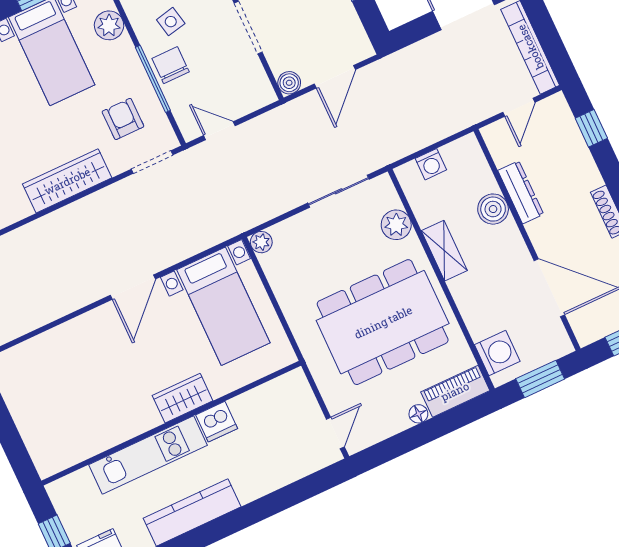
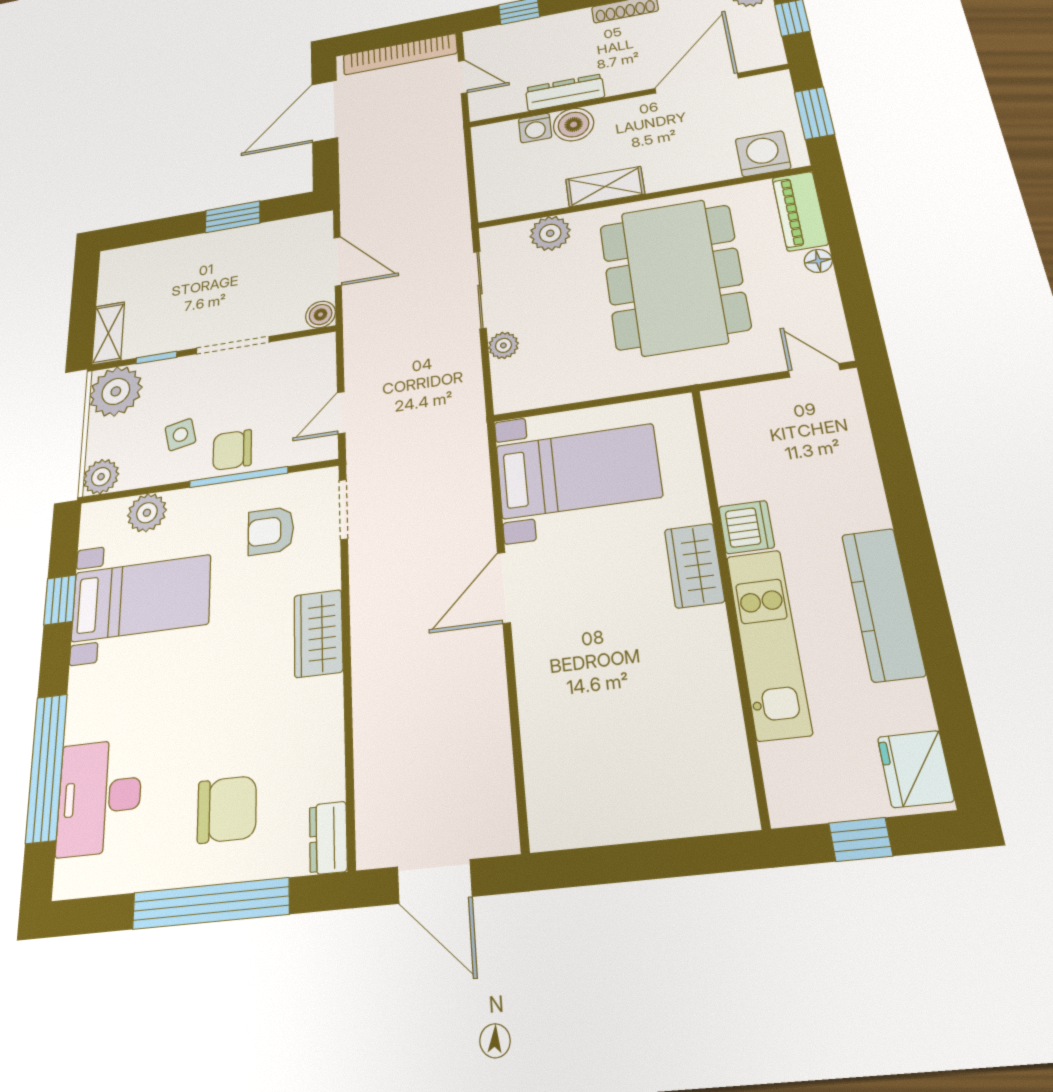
washing machine: (431, 164) -> (535, 128), moved, turned 90
wardrobe: (67, 181) -> (318, 633), width x0.67
plant: (261, 242) -> (503, 345), moved
door: (133, 287) -> (504, 588), swing flipped

